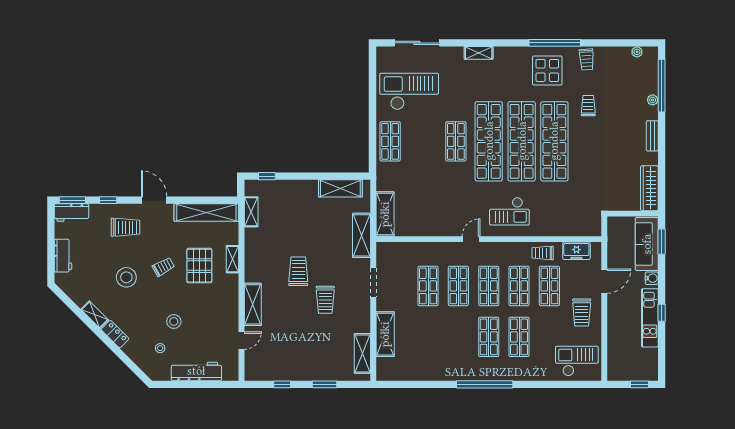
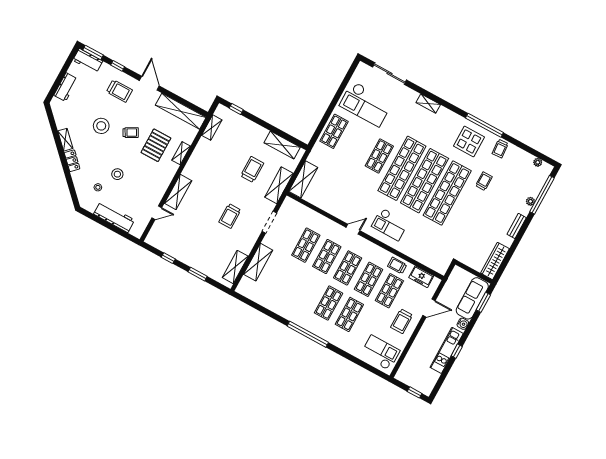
checkout: (409, 91) -> (366, 104), turned 180
trolley: (298, 271) -> (252, 170), moved

